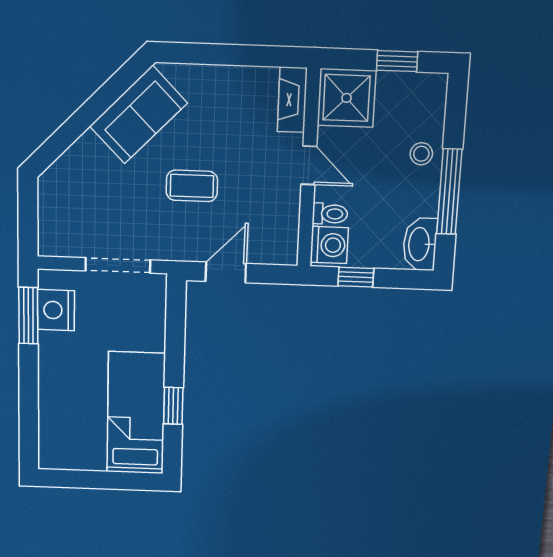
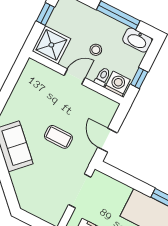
fireplace: (292, 100) -> (40, 71), removed
stool: (421, 154) -> (96, 50), moved
coffee table: (192, 186) -> (58, 137), turned 90

